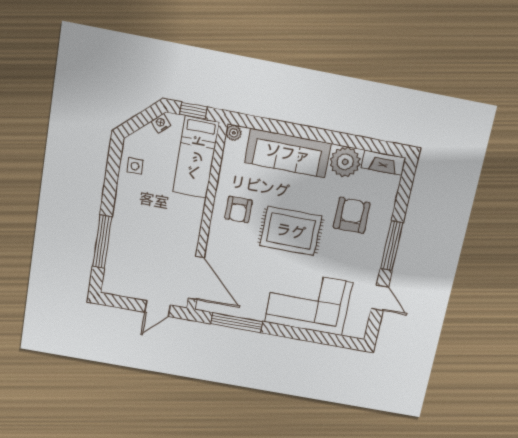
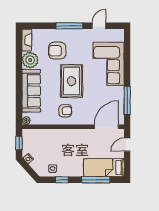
bed: (196, 157) -> (104, 168), moved, turned 180
window: (111, 180) -> (62, 180), added
door: (157, 309) -> (127, 145), swing flipped

